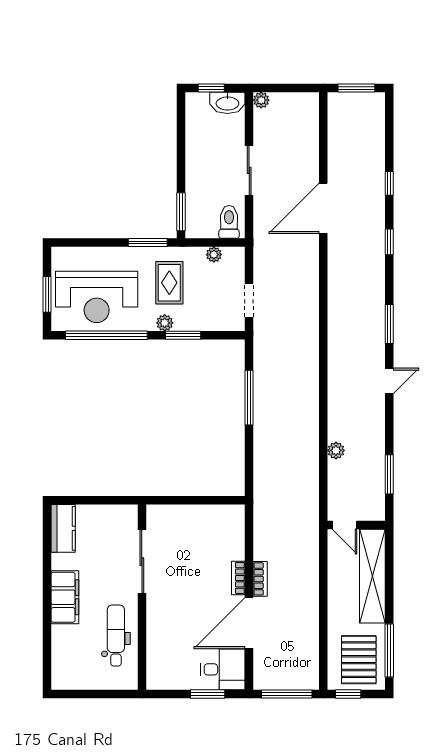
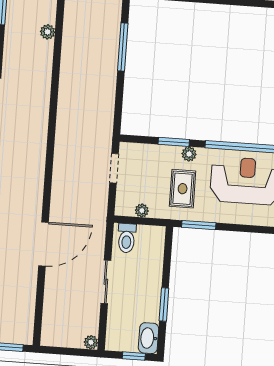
washbasin: (227, 103) -> (149, 338), moved, turned -90
window: (181, 212) -> (164, 304), moved
window: (249, 398) -> (123, 47), moved

